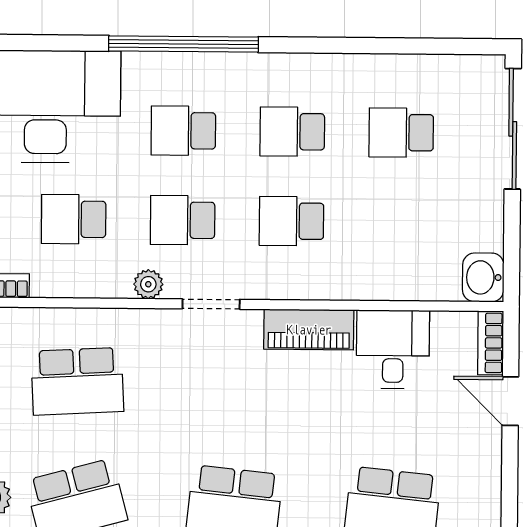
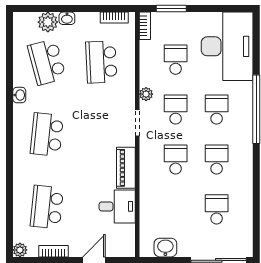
washbasin: (483, 277) -> (165, 248), moved
bookcase: (491, 343) -> (54, 251), moved

